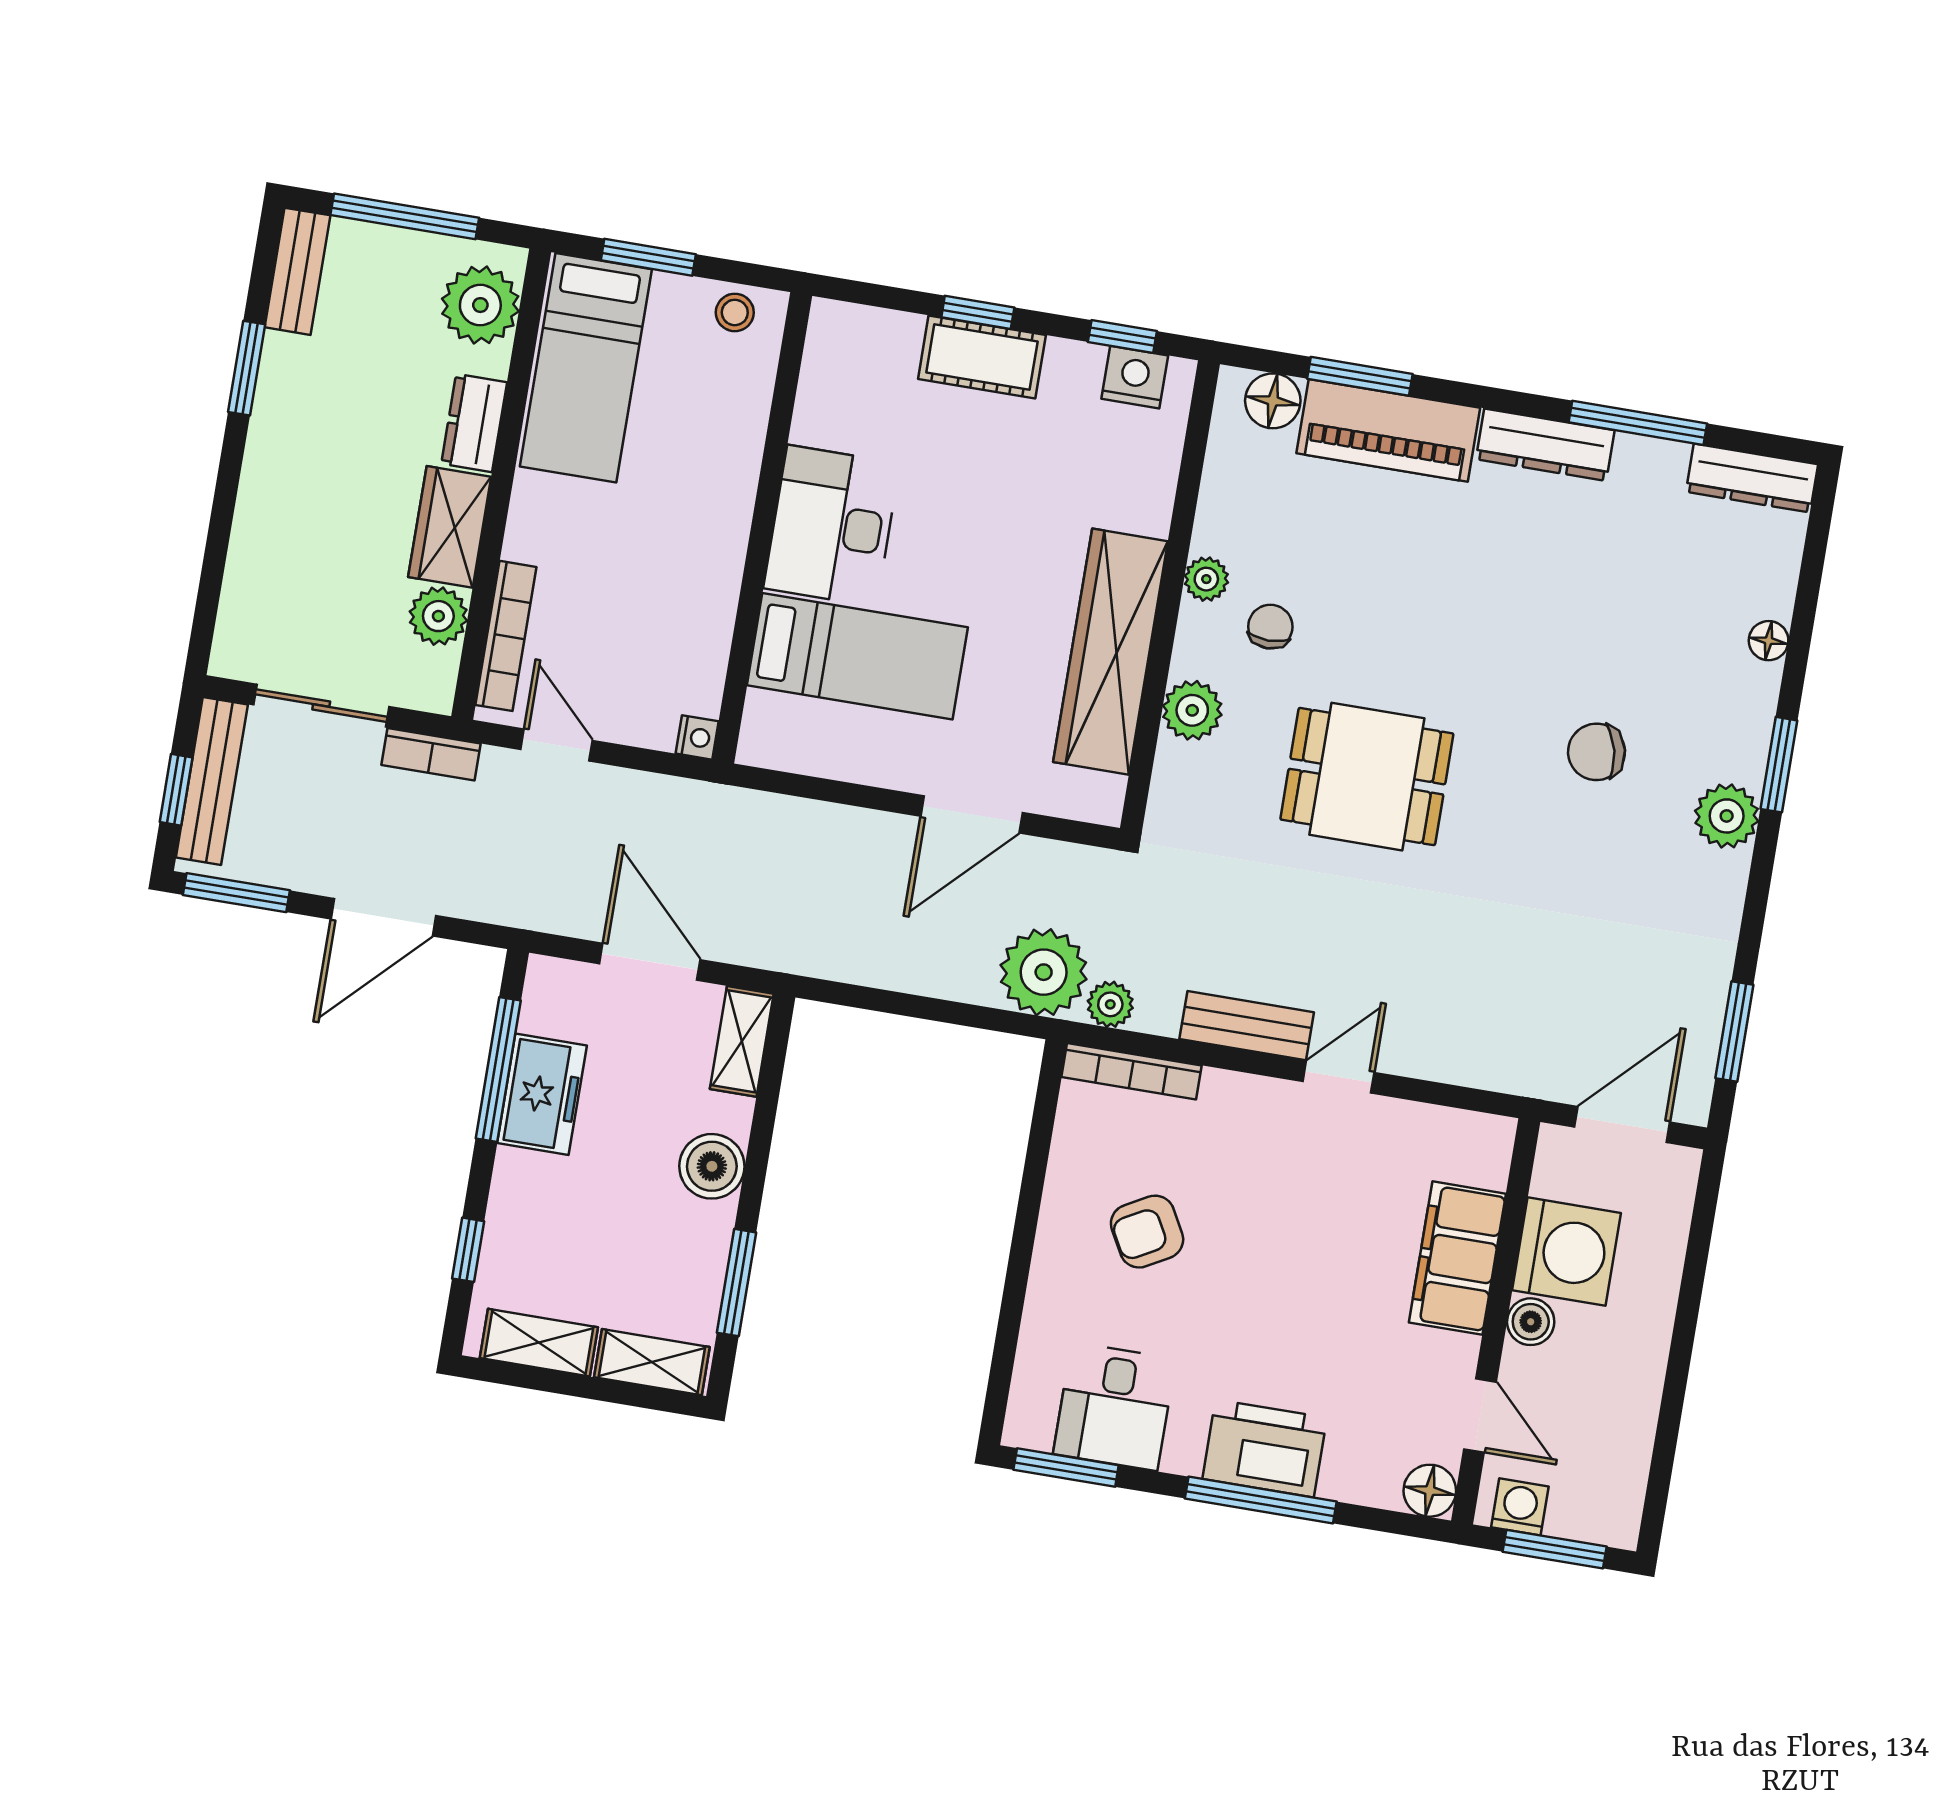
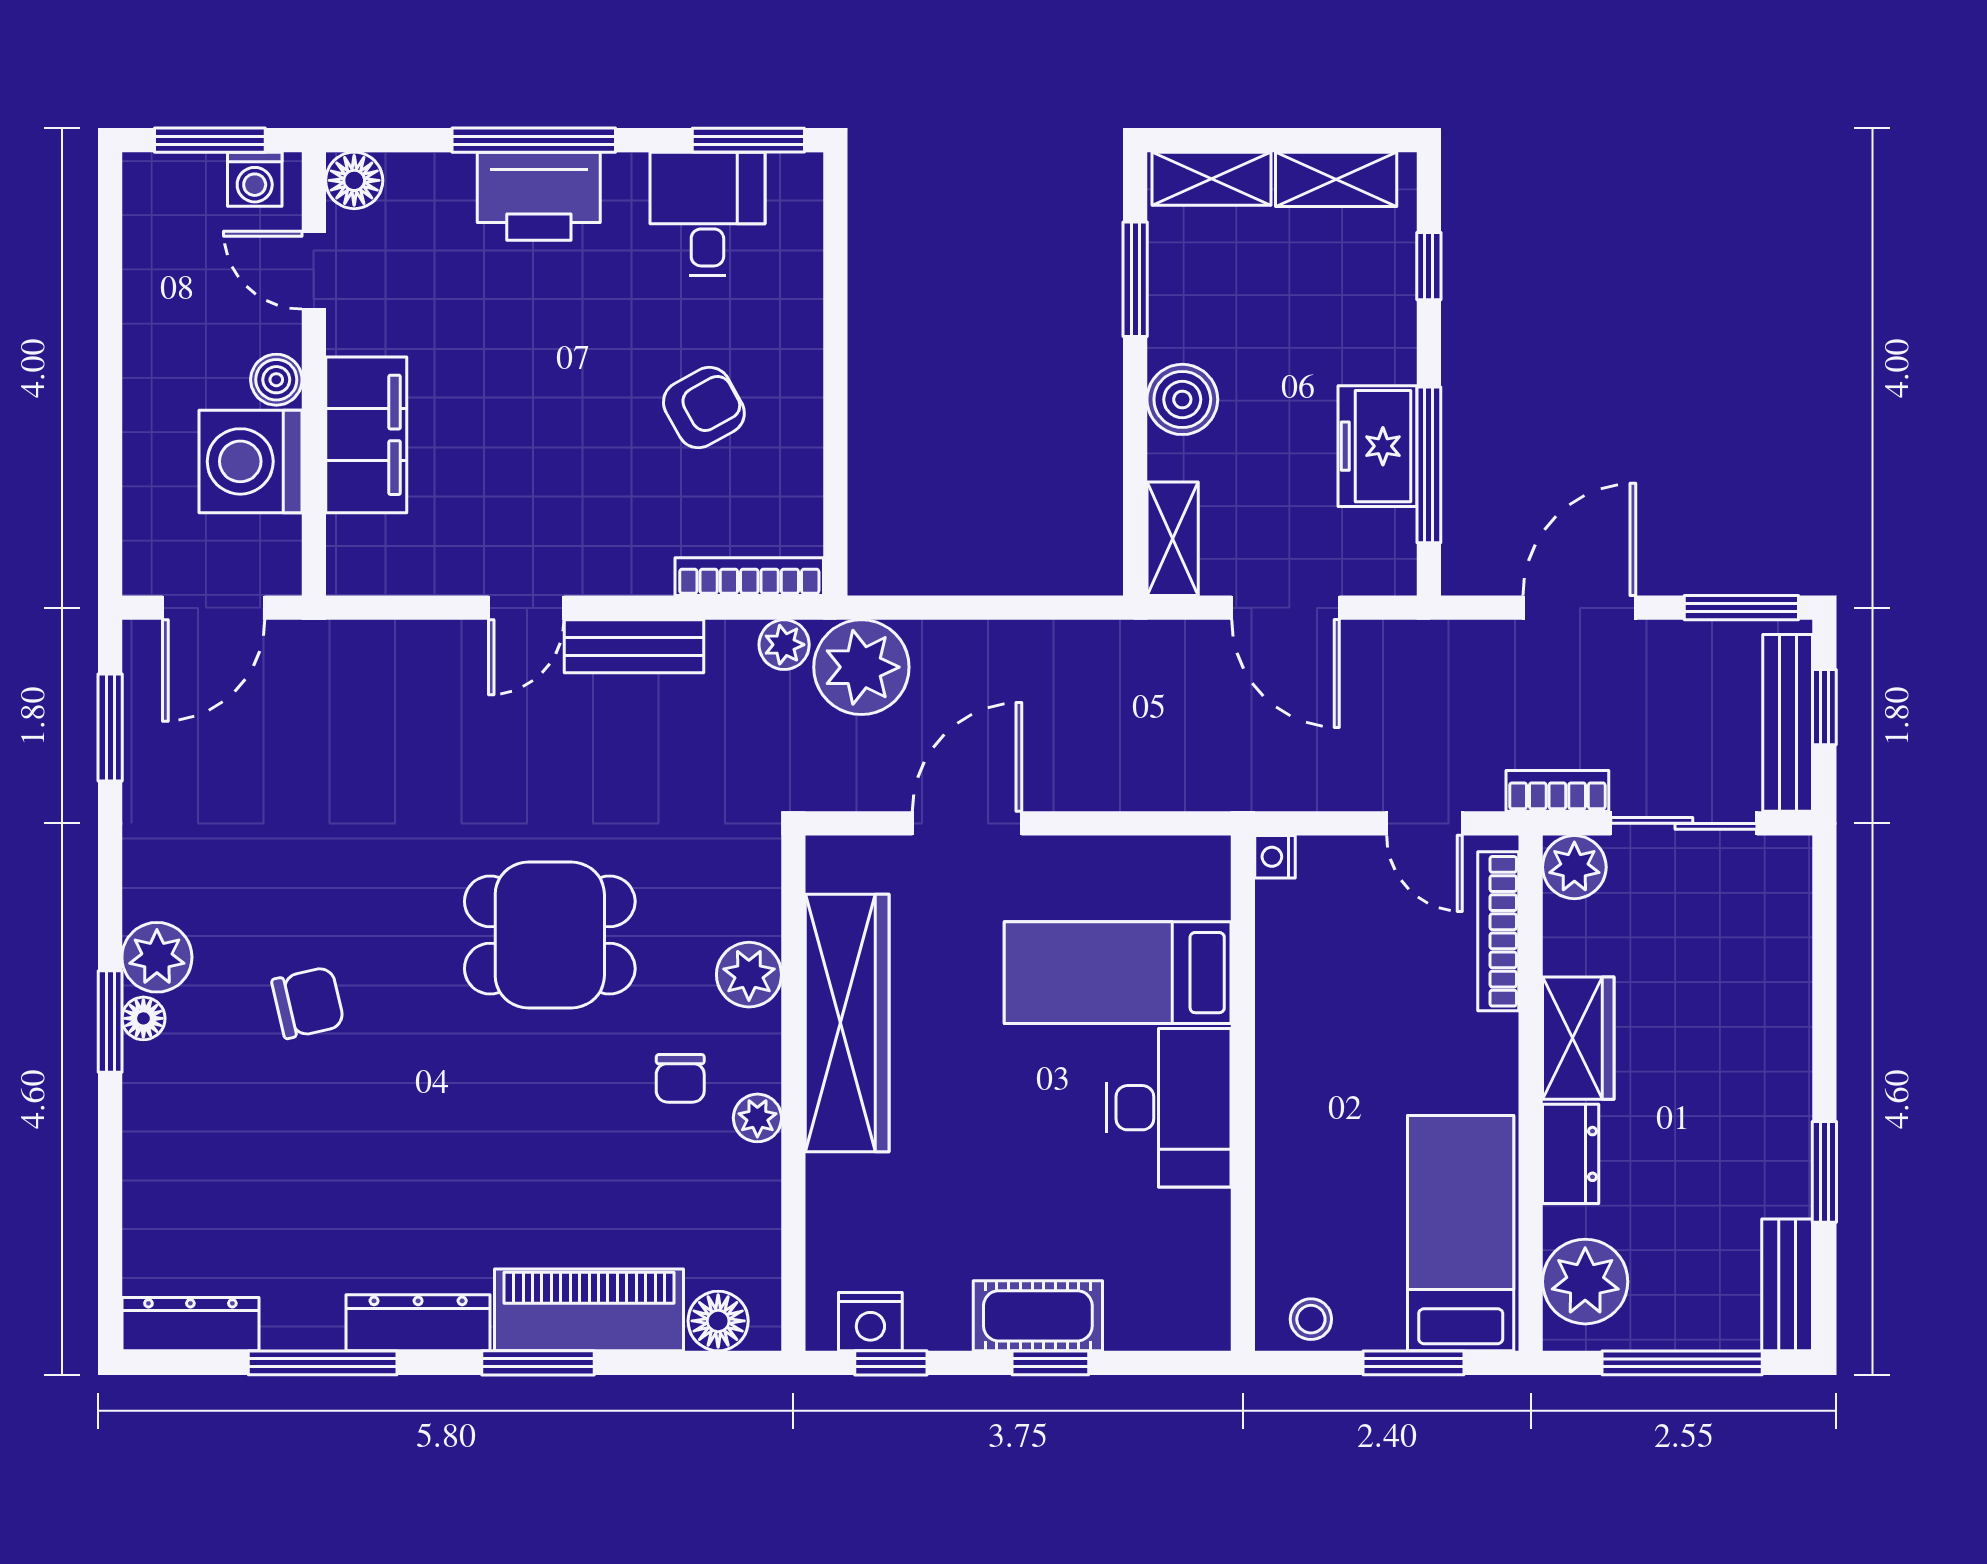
window: (1360, 376) -> (538, 1363), moved
plant: (438, 616) -> (1574, 867), moved
floor lamp: (1769, 641) -> (143, 1018), moved

